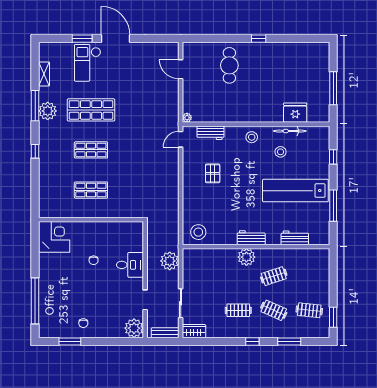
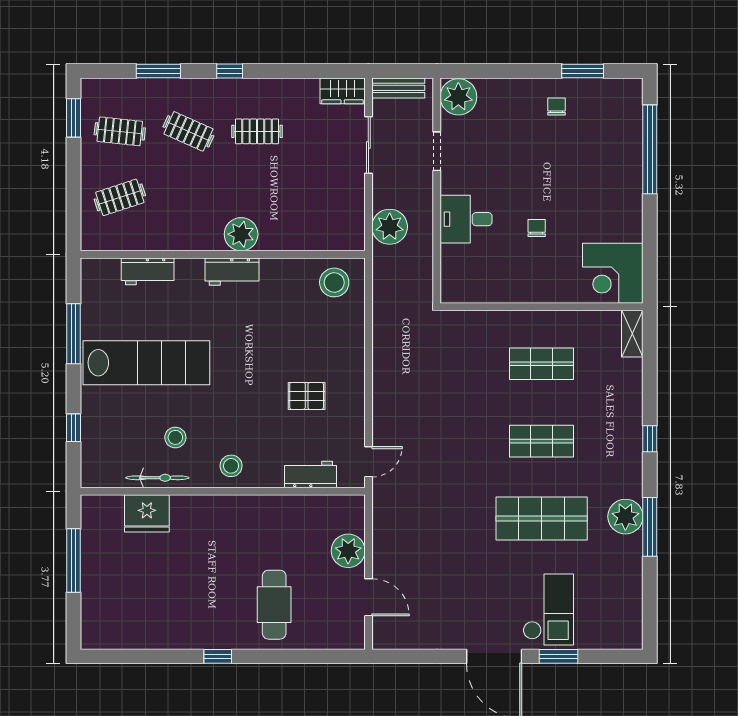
shelving: (44, 74) -> (632, 334), moved
plant: (187, 118) -> (348, 551), moved, width x1.88, depth x1.88
pallet: (213, 173) -> (307, 396), turned 90
clothes rail: (274, 276) -> (120, 197), moved

